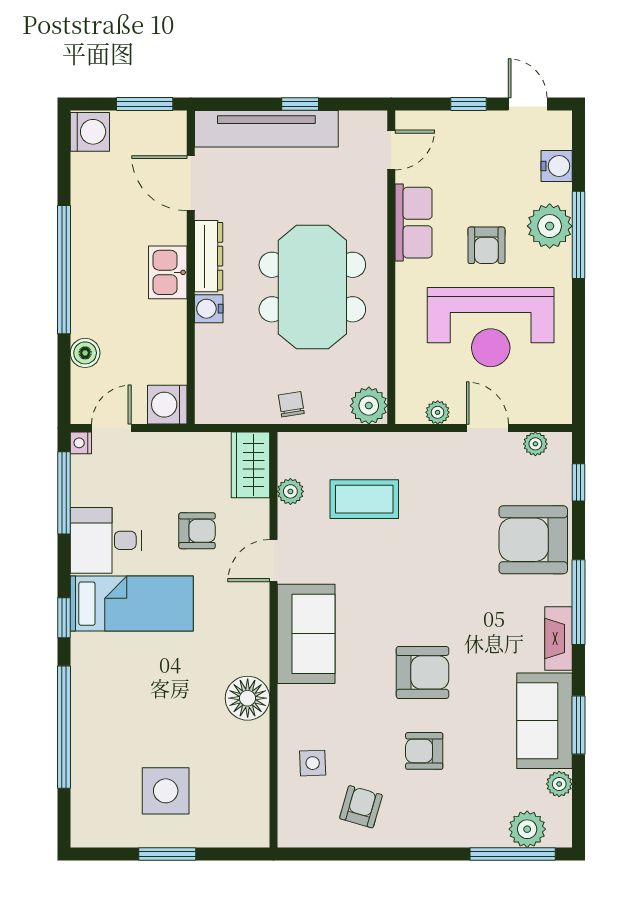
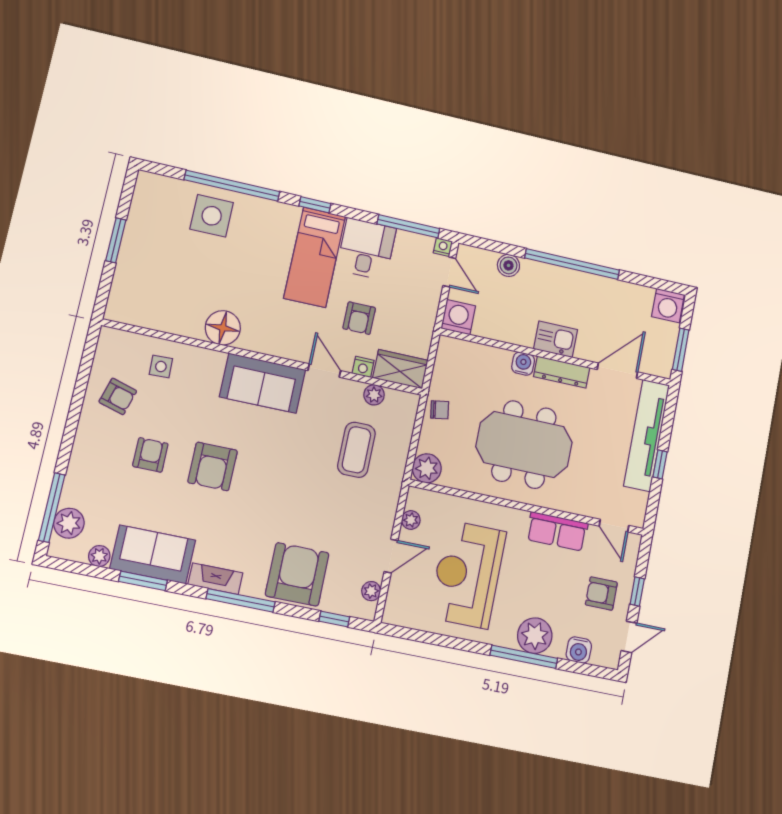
armchair: (486, 245) -> (601, 594), moved
nightstand: (258, 513) -> (363, 367), added
side table: (166, 791) -> (212, 216), moved

